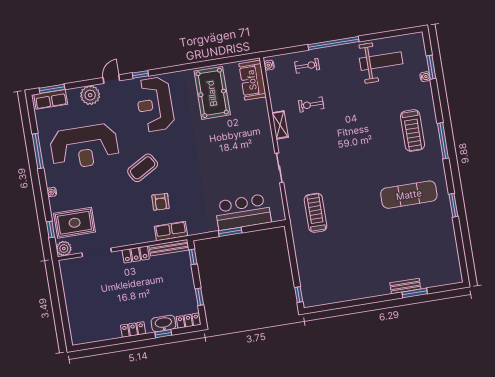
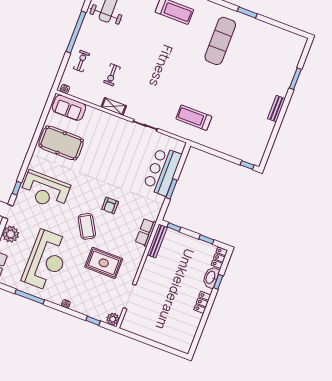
armchair: (161, 202) -> (110, 205), moved, turned 88
rug: (75, 223) -> (104, 263), moved, turned 90
locker: (136, 254) -> (148, 268), removed
bench: (405, 286) -> (276, 109), moved

